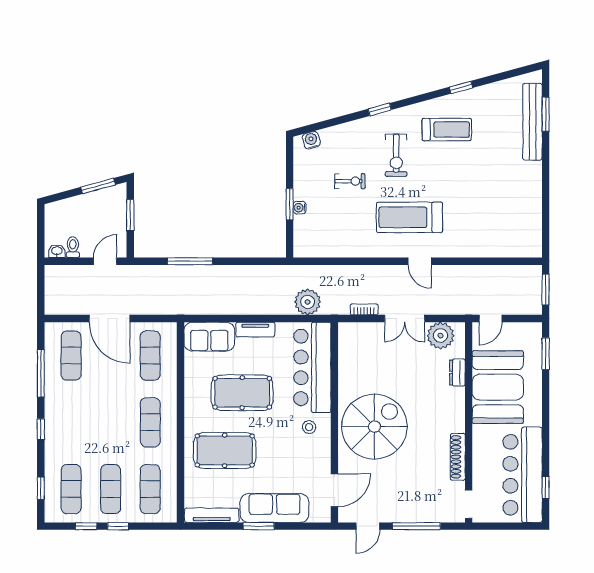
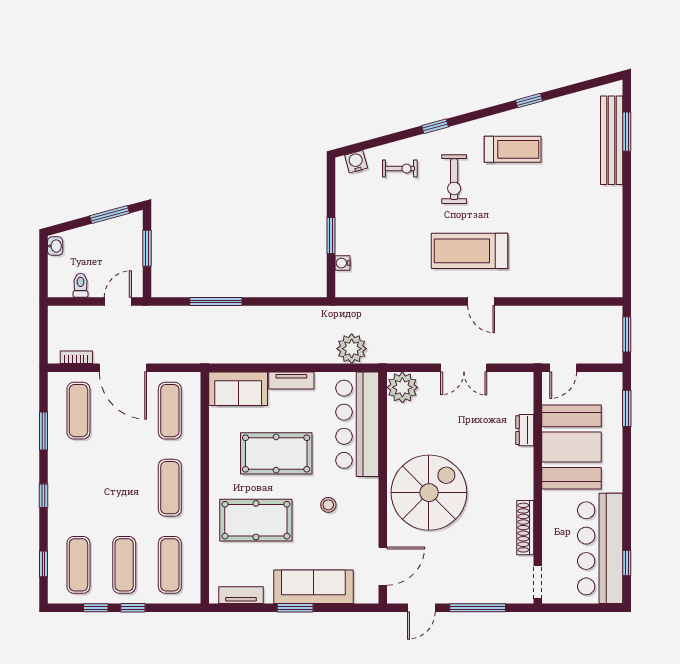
exercise bike: (350, 181) -> (400, 169), moved
water cooler: (300, 208) -> (342, 263), moved
washbasin: (57, 251) -> (55, 246), moved, turned 90
bookcase: (364, 309) -> (76, 357), moved
plant: (440, 336) -> (402, 387), moved
window: (41, 373) -> (43, 431), width x0.69
stool: (309, 427) -> (328, 505), moved
tv unit: (212, 515) -> (241, 595), width x0.71

